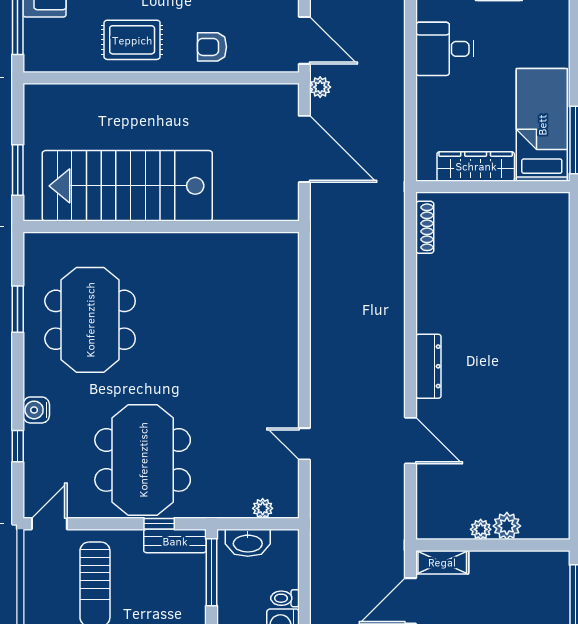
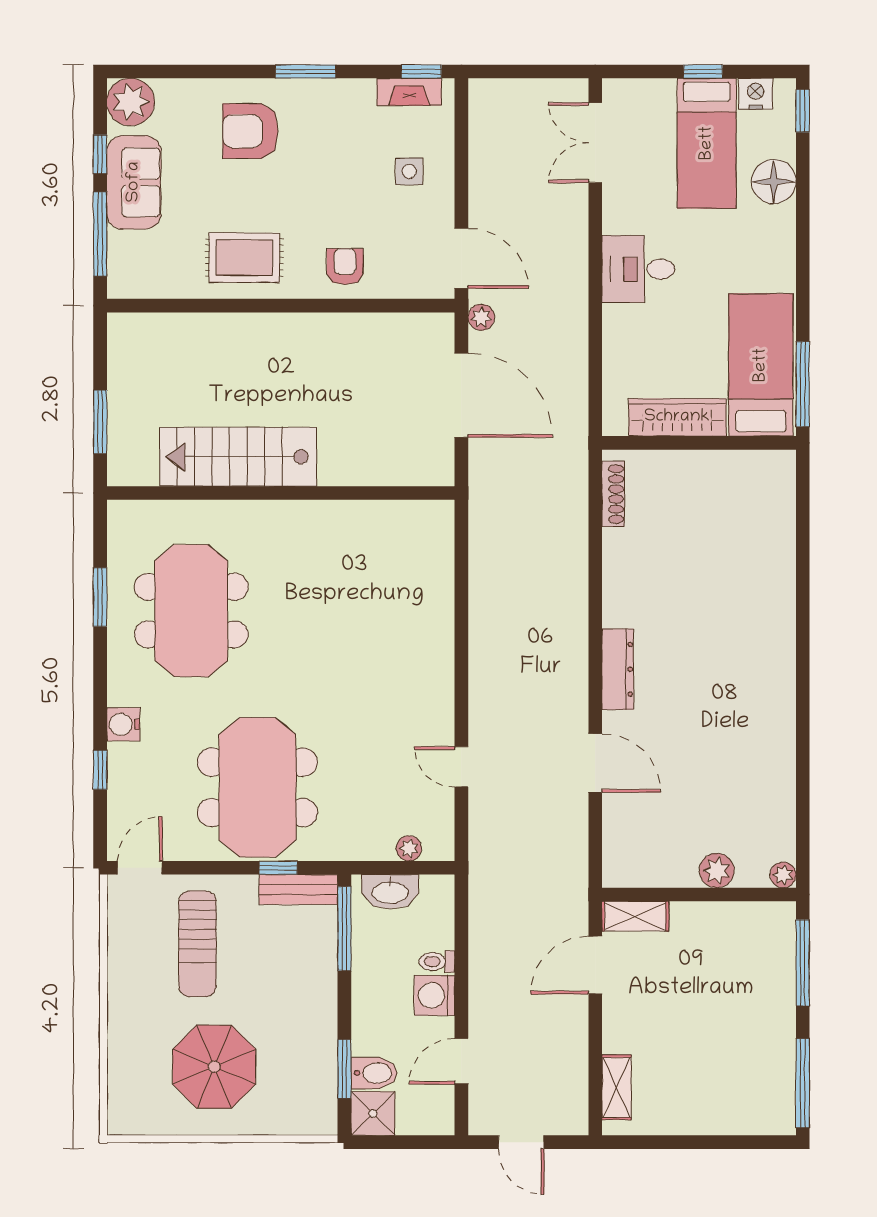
armchair: (212, 47) -> (345, 267), turned 90
stairs: (127, 186) -> (238, 457), width x0.73, depth x0.66
plant: (481, 529) -> (783, 875), moved

